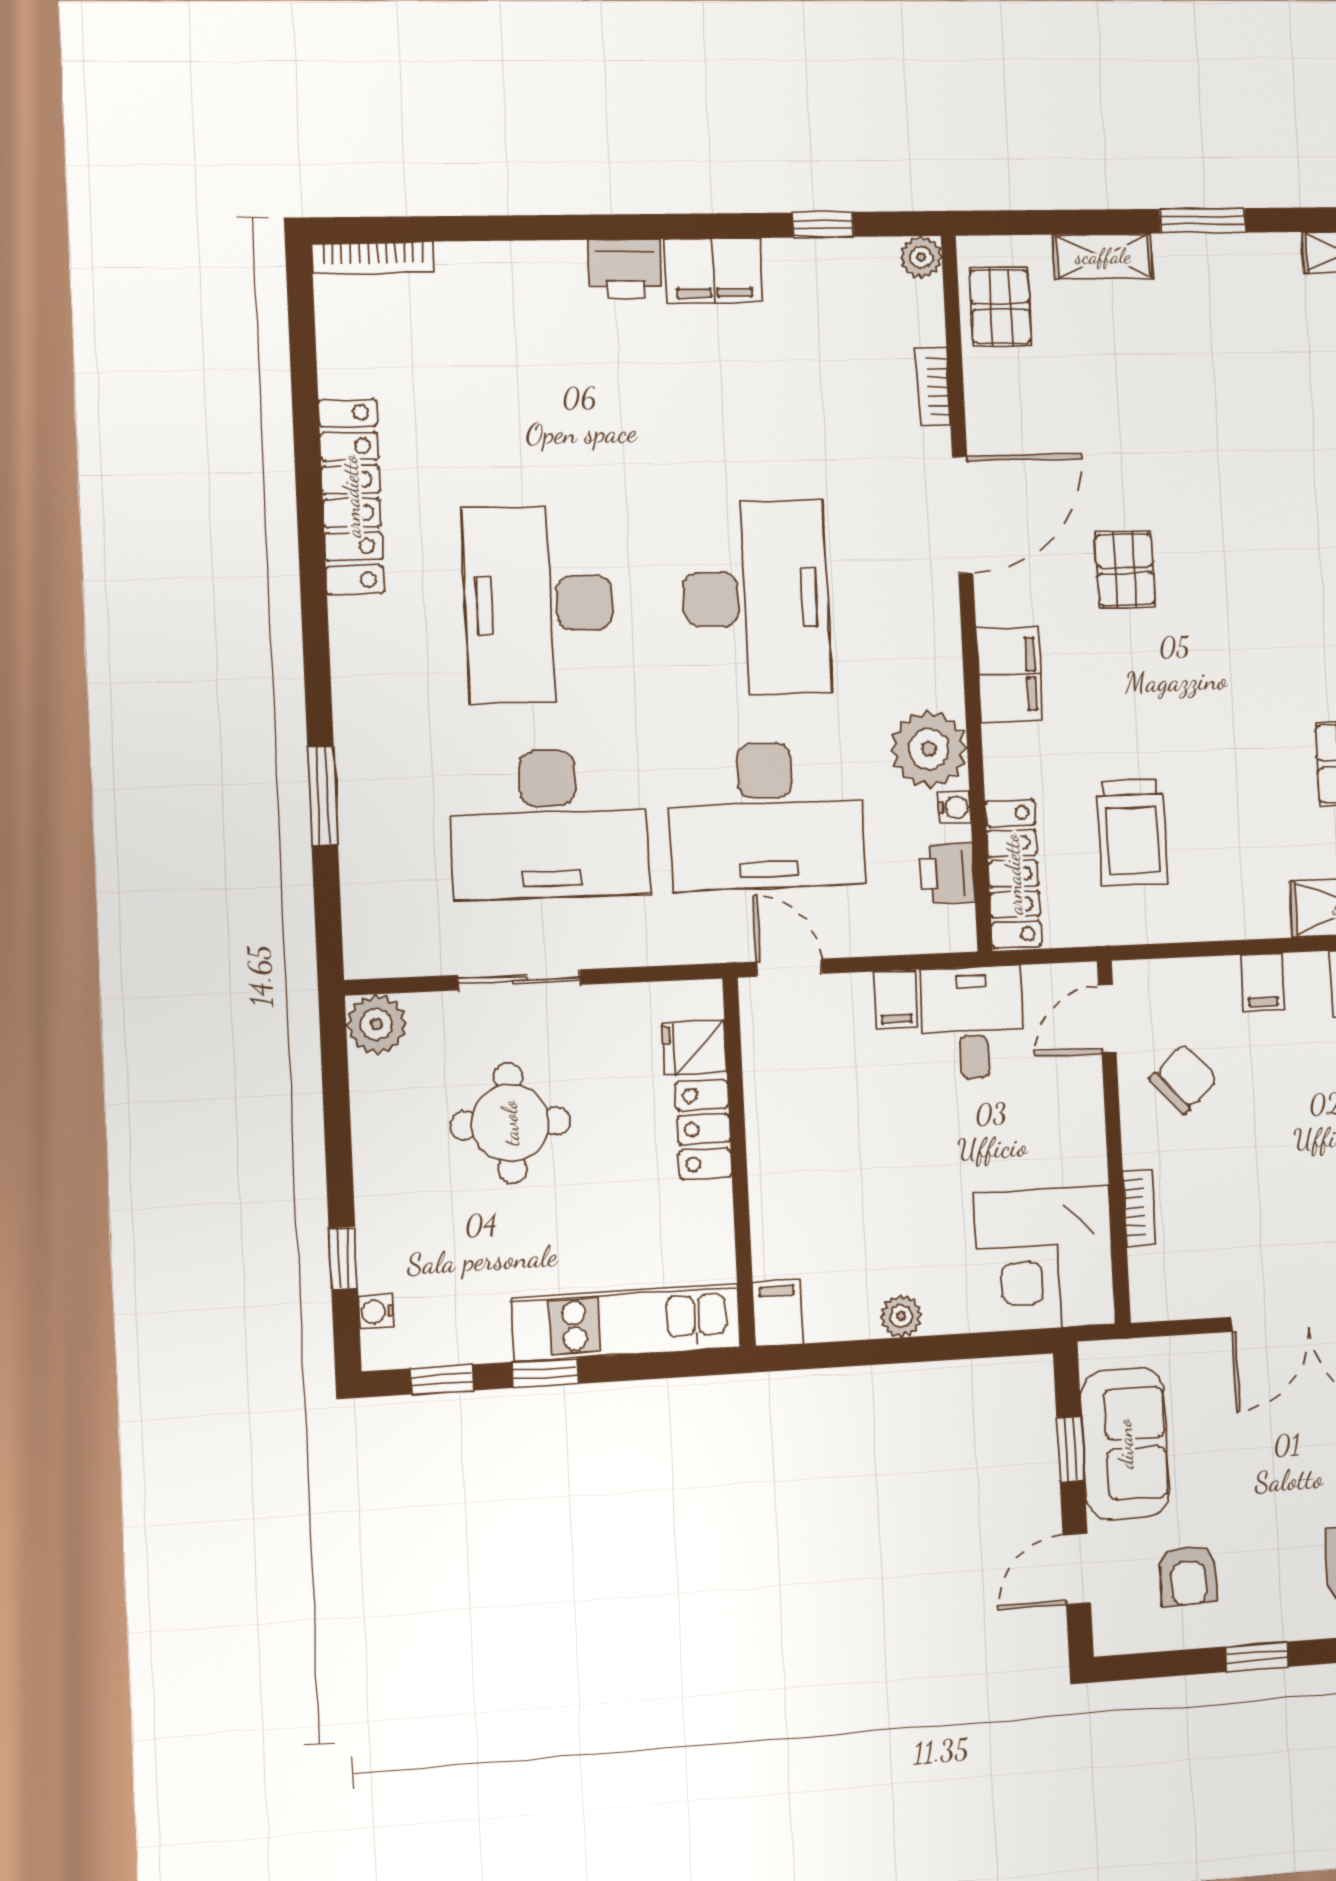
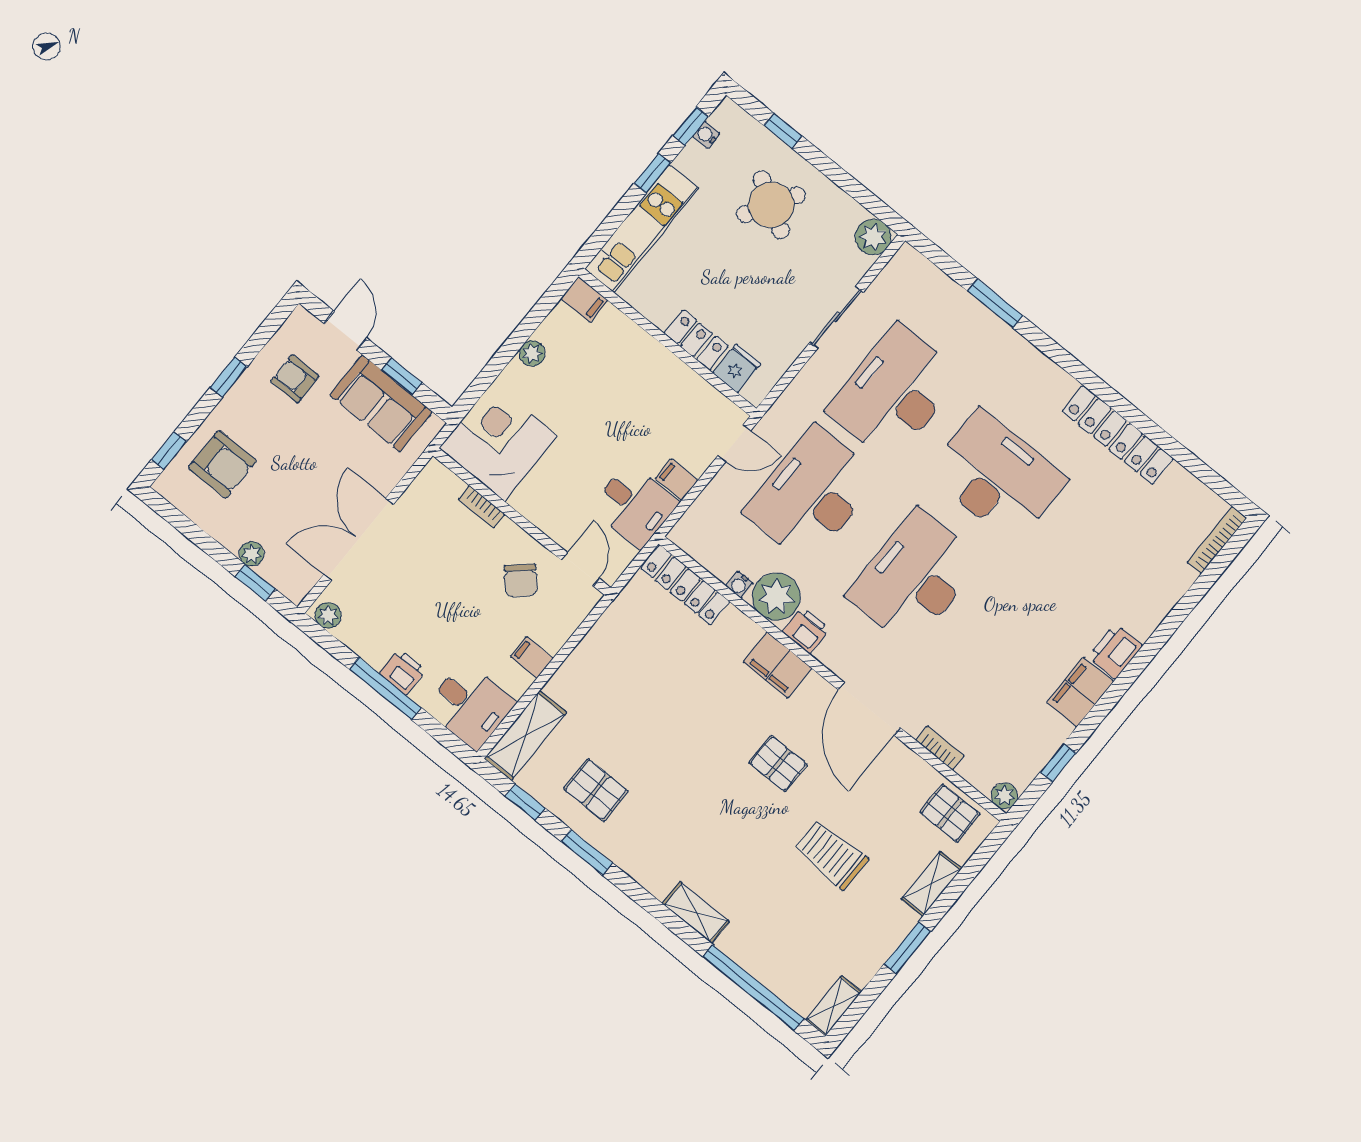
desk: (756, 598) -> (914, 578), turned 90
trolley: (1132, 833) -> (831, 855), moved
printer: (947, 873) -> (806, 630), moved
round table: (510, 1123) -> (771, 205), moved, turned 31
water cooler: (376, 1312) -> (706, 135), moved, turned -90

